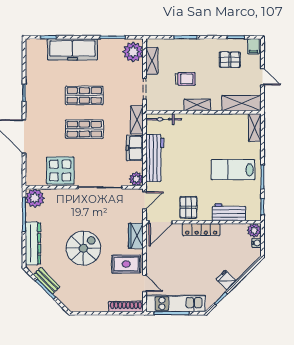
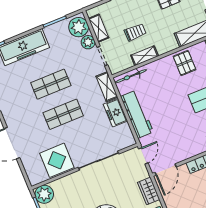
shelving: (197, 105) -> (145, 56), moved
plant: (136, 179) -> (88, 42), moved
pallet: (188, 207) -> (184, 63), moved

